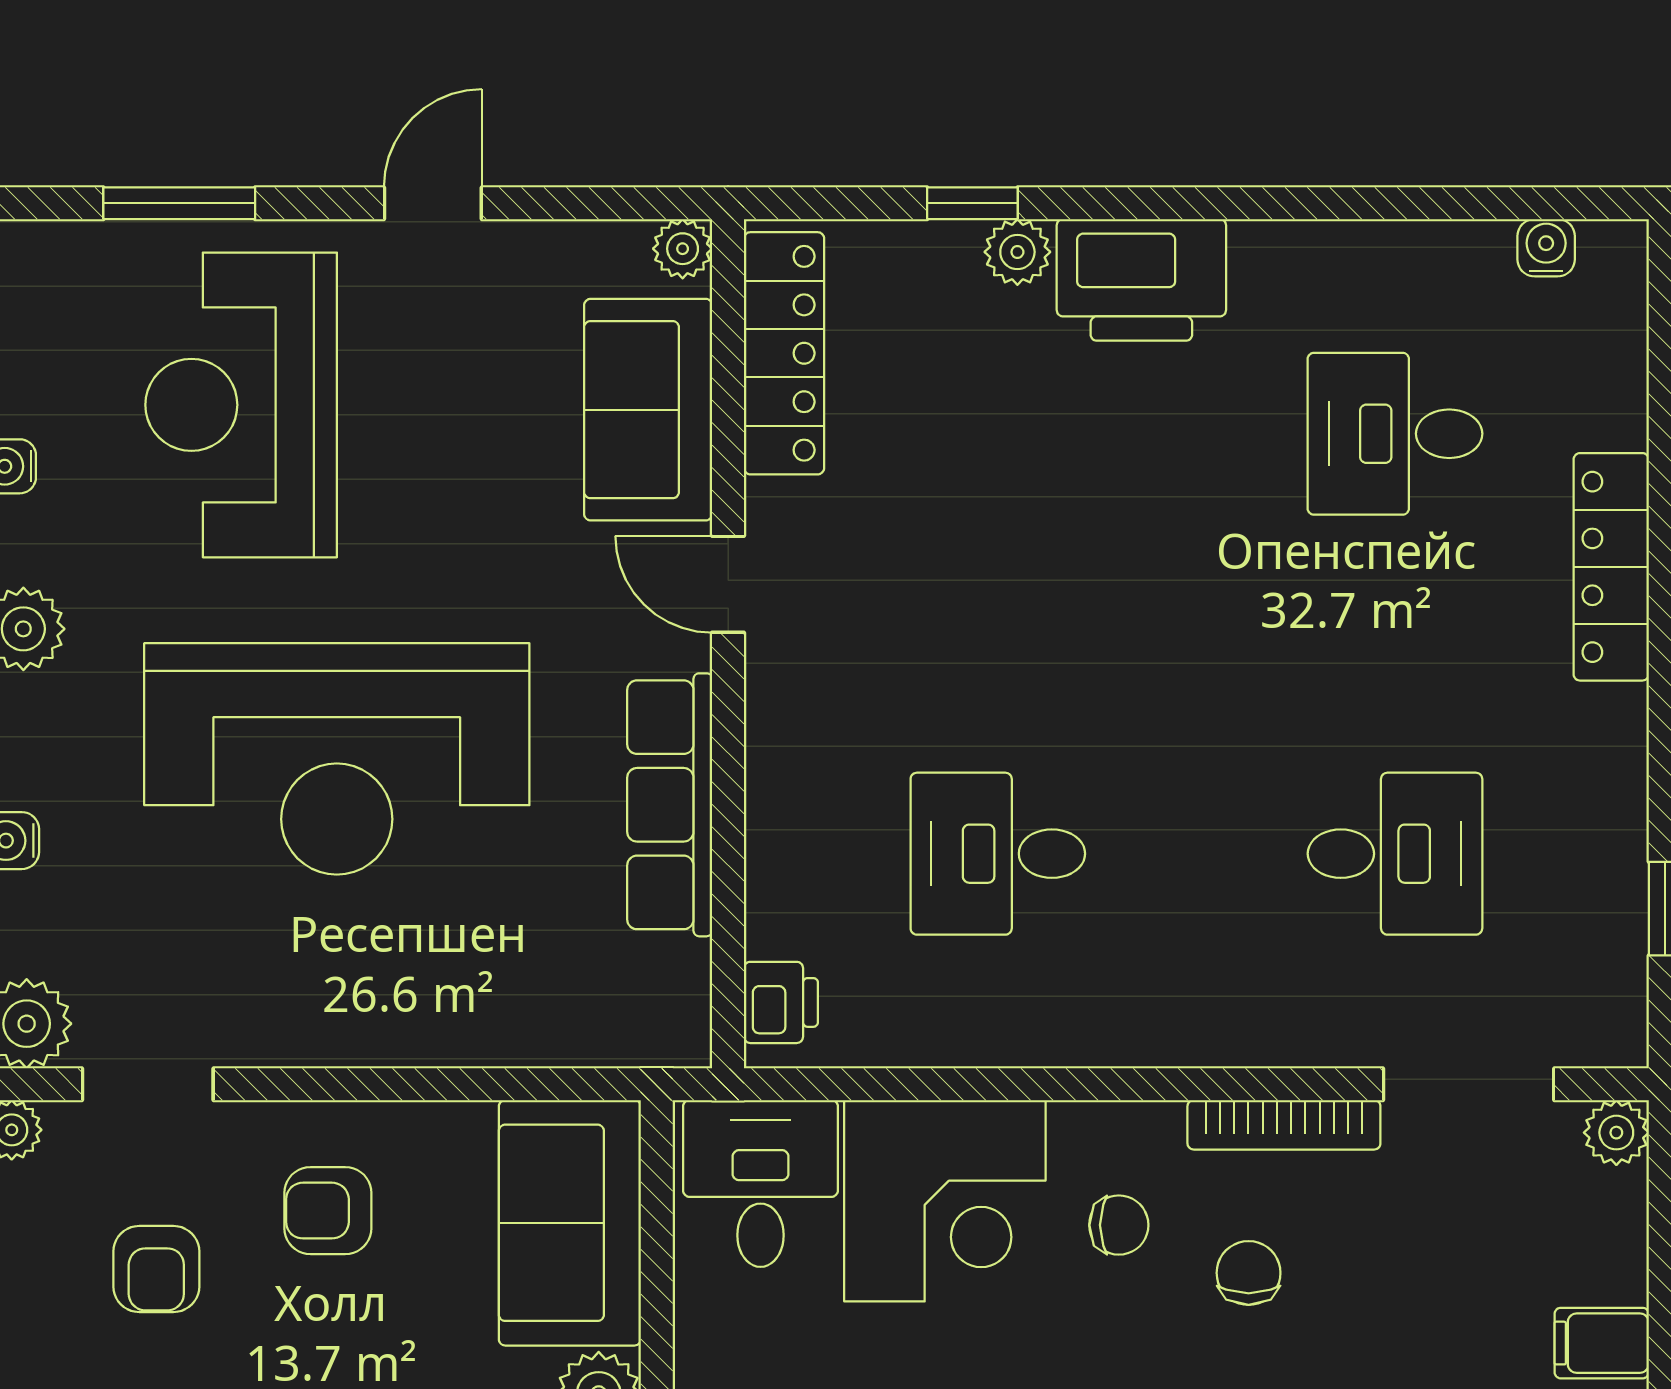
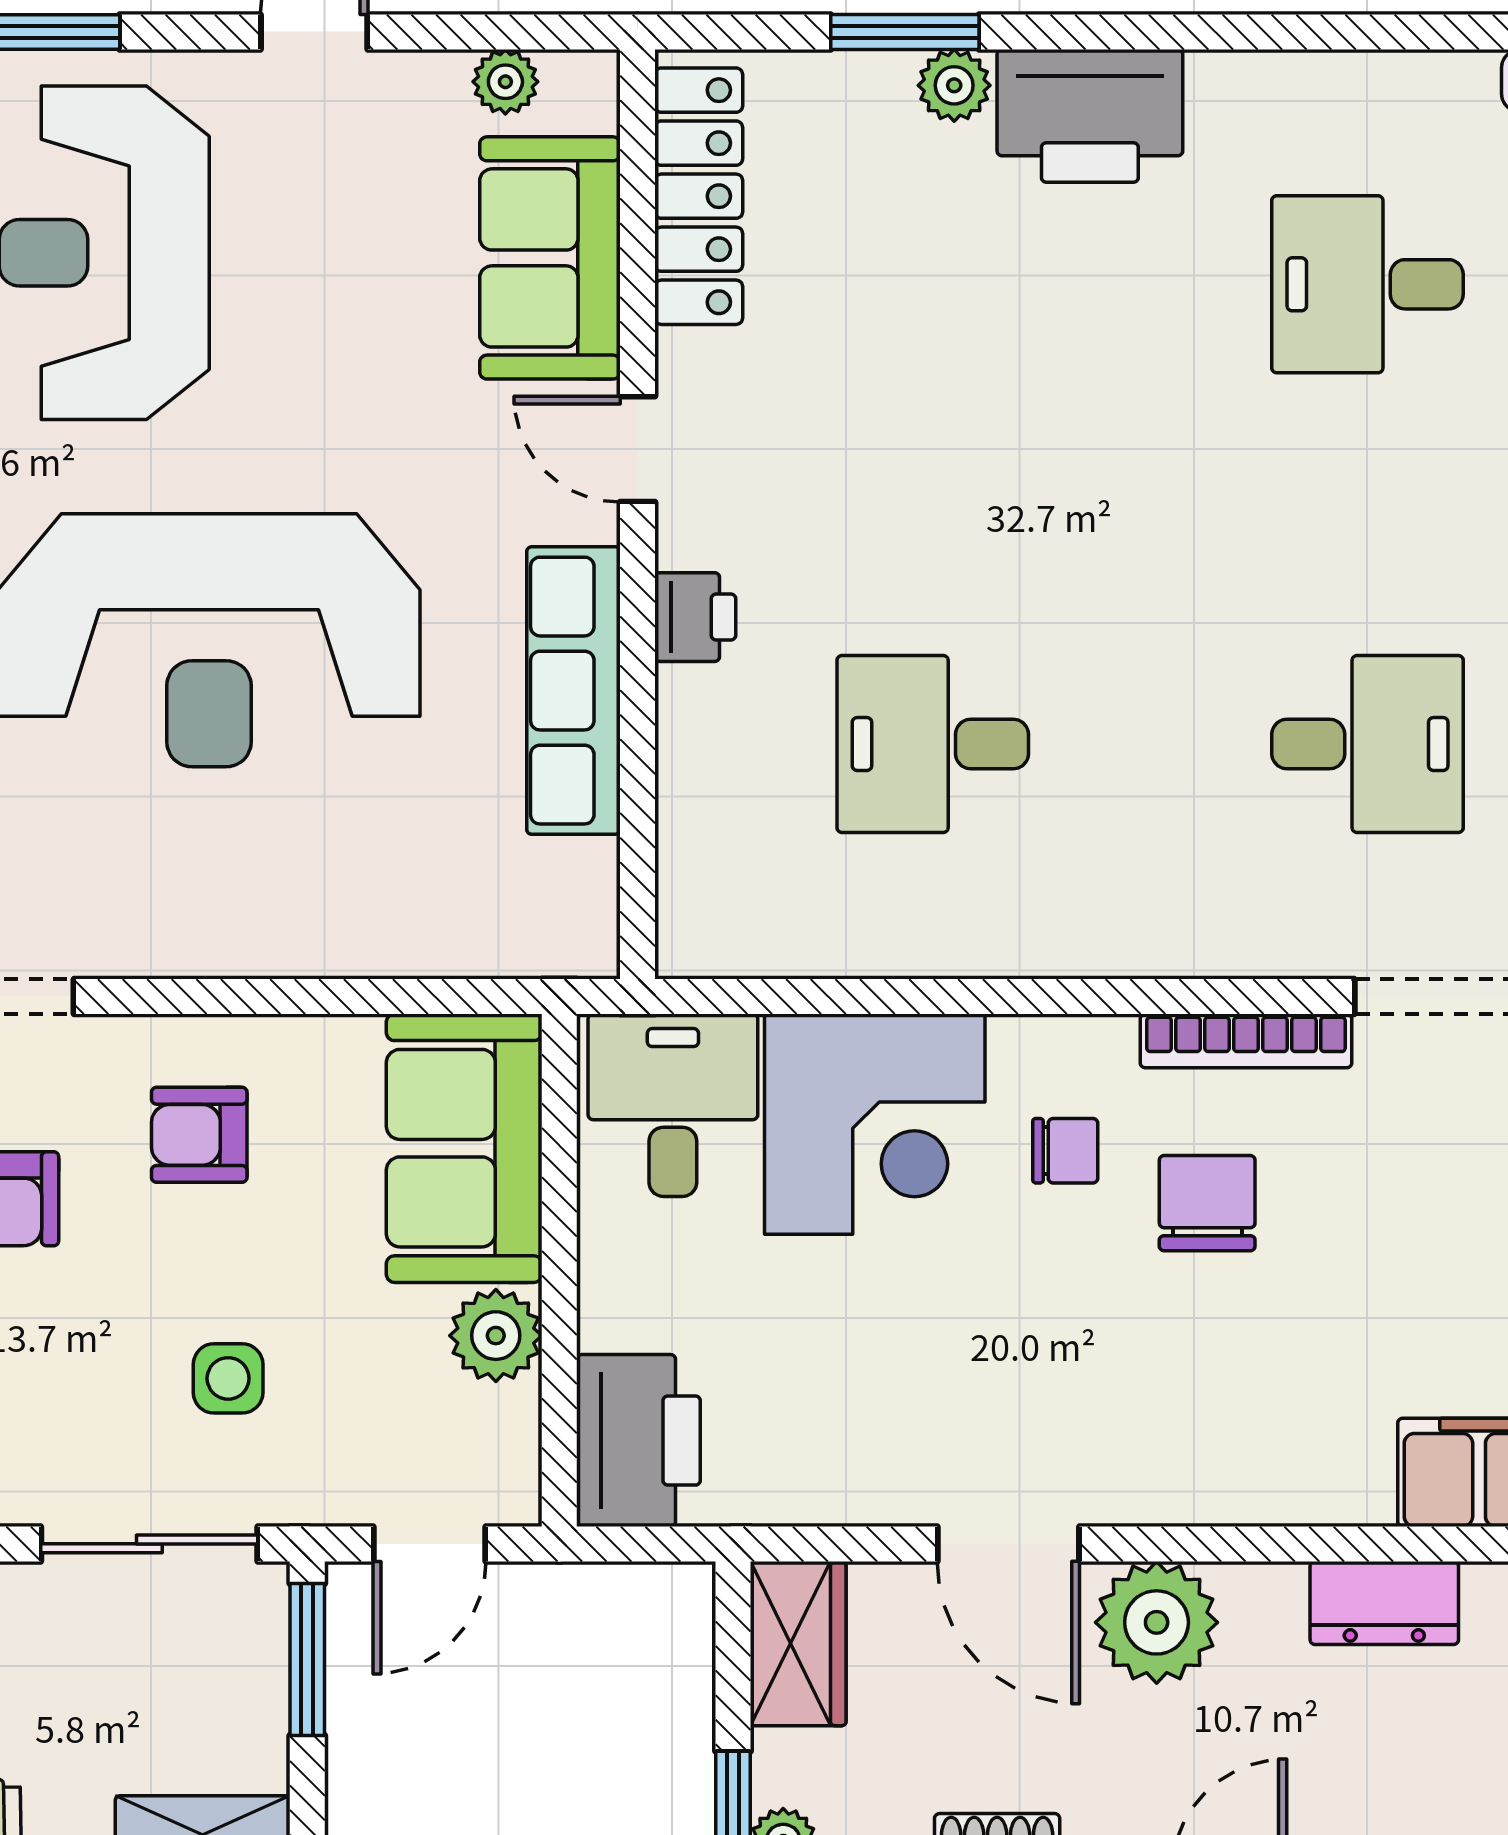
window: (972, 203) -> (905, 32), width x1.50
plant: (683, 249) -> (505, 82), moved
printer: (781, 1002) -> (695, 617), moved
chair: (1249, 1273) -> (1207, 1203), width x1.37, depth x1.37

